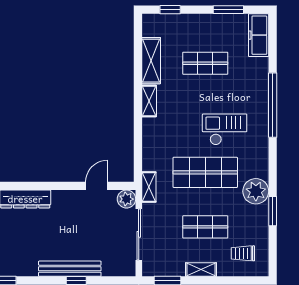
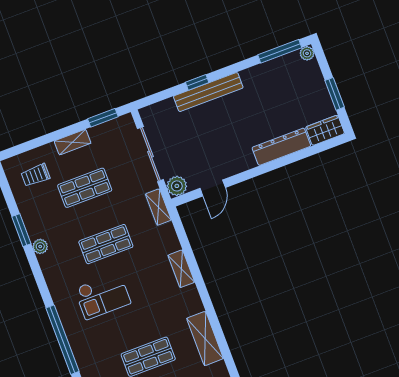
shelving: (149, 101) -> (181, 269), moved
shop shelf: (205, 172) -> (106, 244), width x0.70, depth x0.74
plant: (256, 191) -> (40, 246), width x0.53, depth x0.53
trolley: (243, 253) -> (36, 175), turned 180

